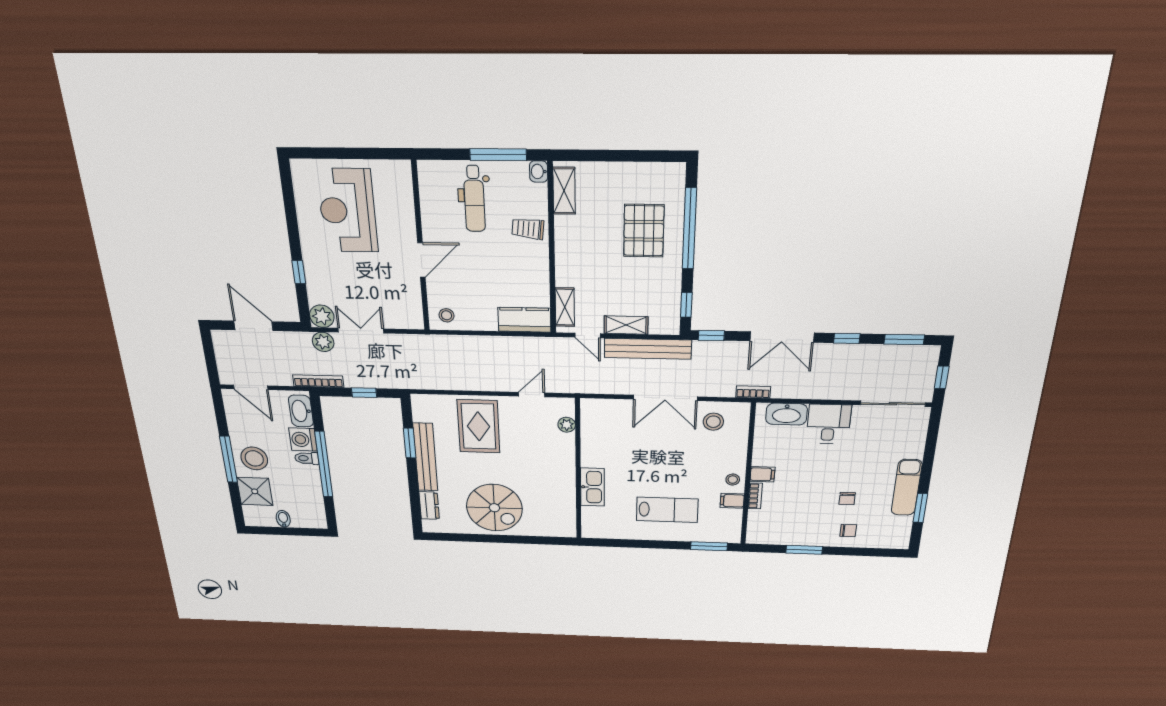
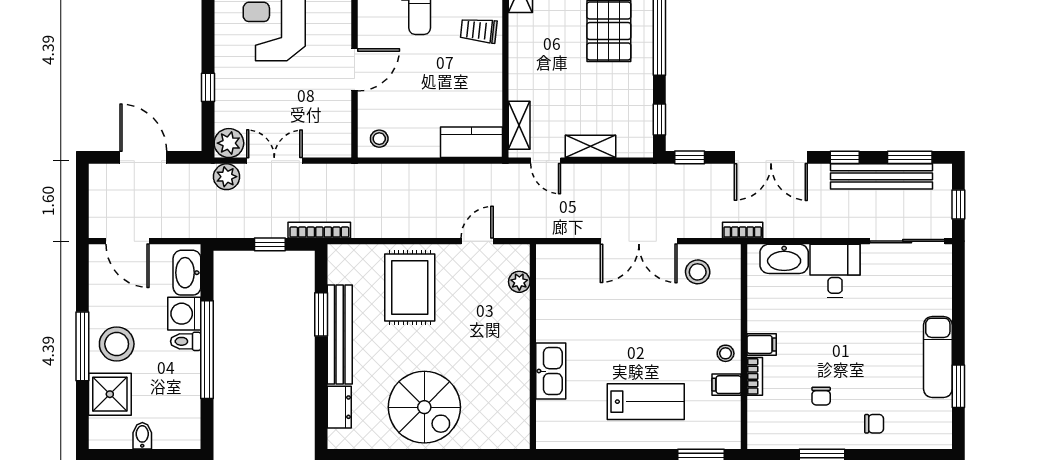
bench: (648, 349) -> (881, 176), moved
bookcase: (318, 381) -> (319, 230), moved
chair: (847, 498) -> (821, 396), moved

